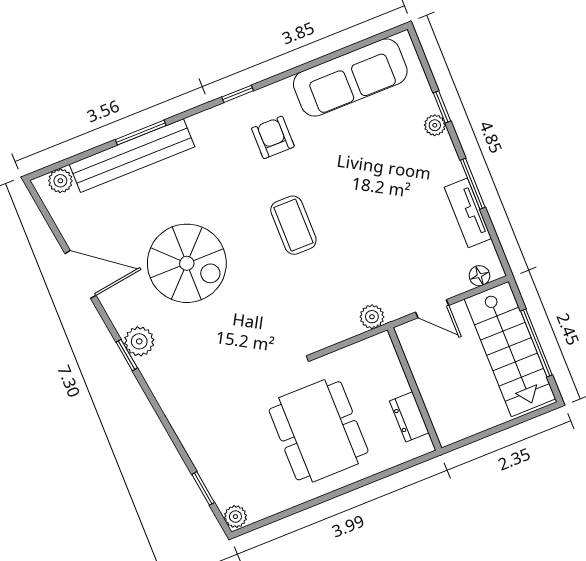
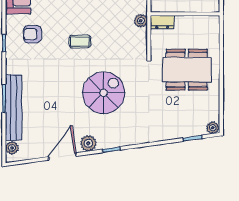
coffee table: (293, 225) -> (80, 41), width x0.73, depth x0.77
spiral stairs: (187, 263) -> (104, 93), moved
plant: (139, 341) -> (88, 143), moved
dresser: (409, 417) -> (162, 22), moved

